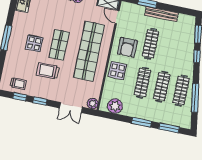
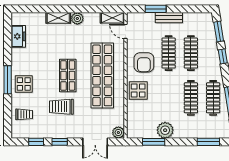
bench: (161, 14) -> (169, 18), width x0.73
display table: (34, 43) -> (24, 84), moved
clothes rail: (142, 83) -> (191, 53), moved
trolley: (18, 84) -> (24, 114), moved
plant: (115, 106) -> (165, 130), moved
window: (141, 122) -> (154, 142), moved

